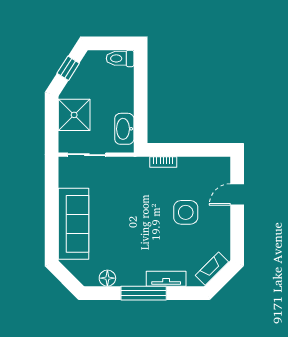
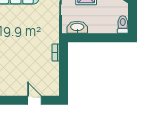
side table: (186, 212) -> (23, 67), removed

